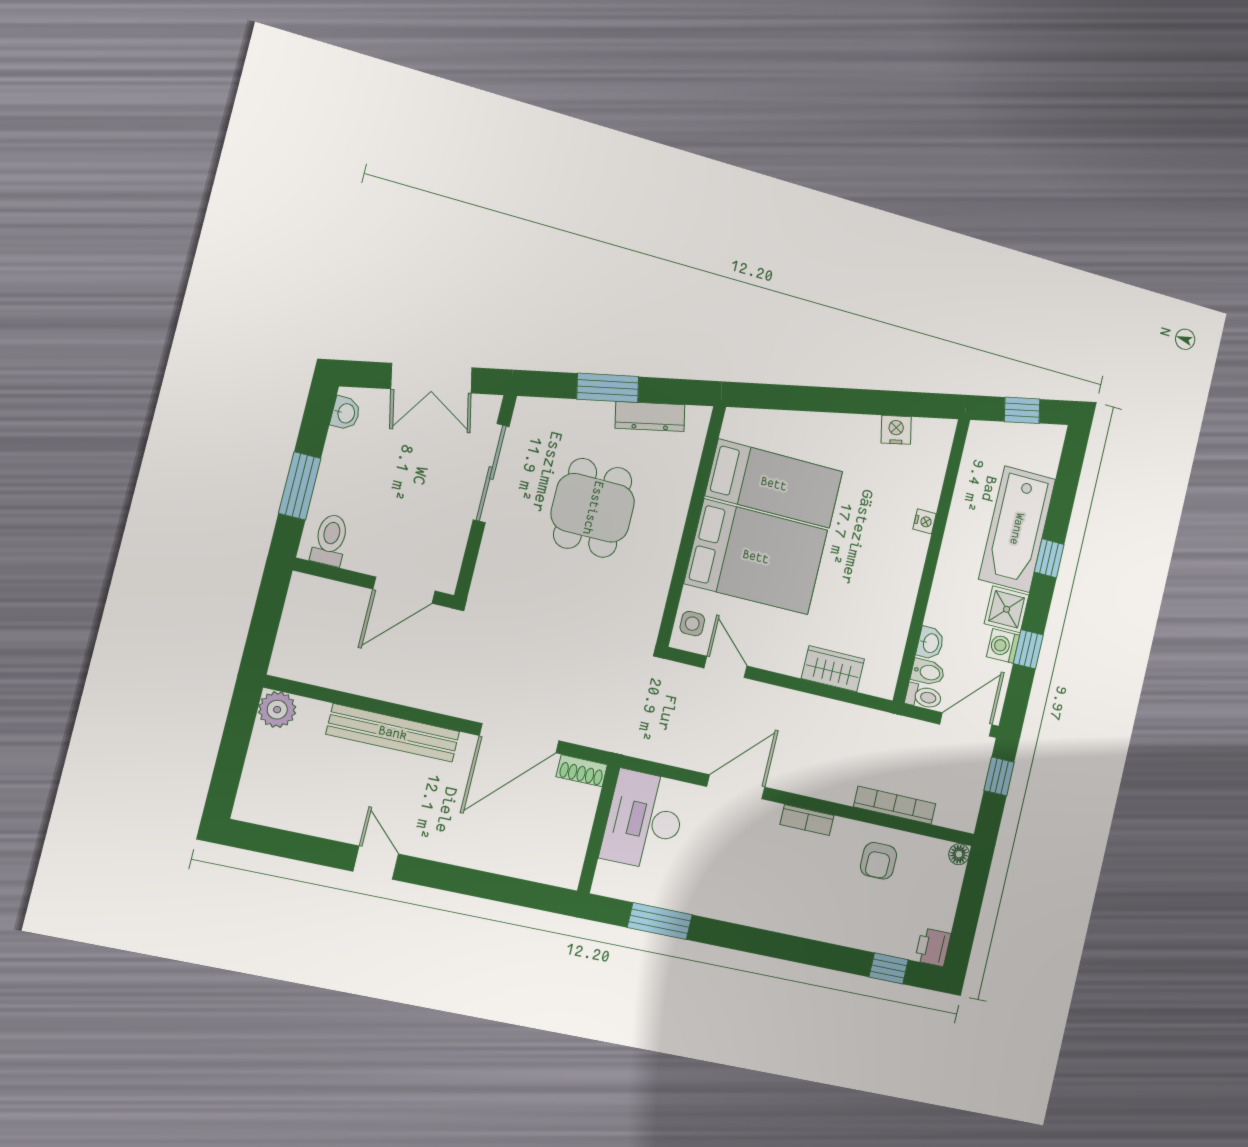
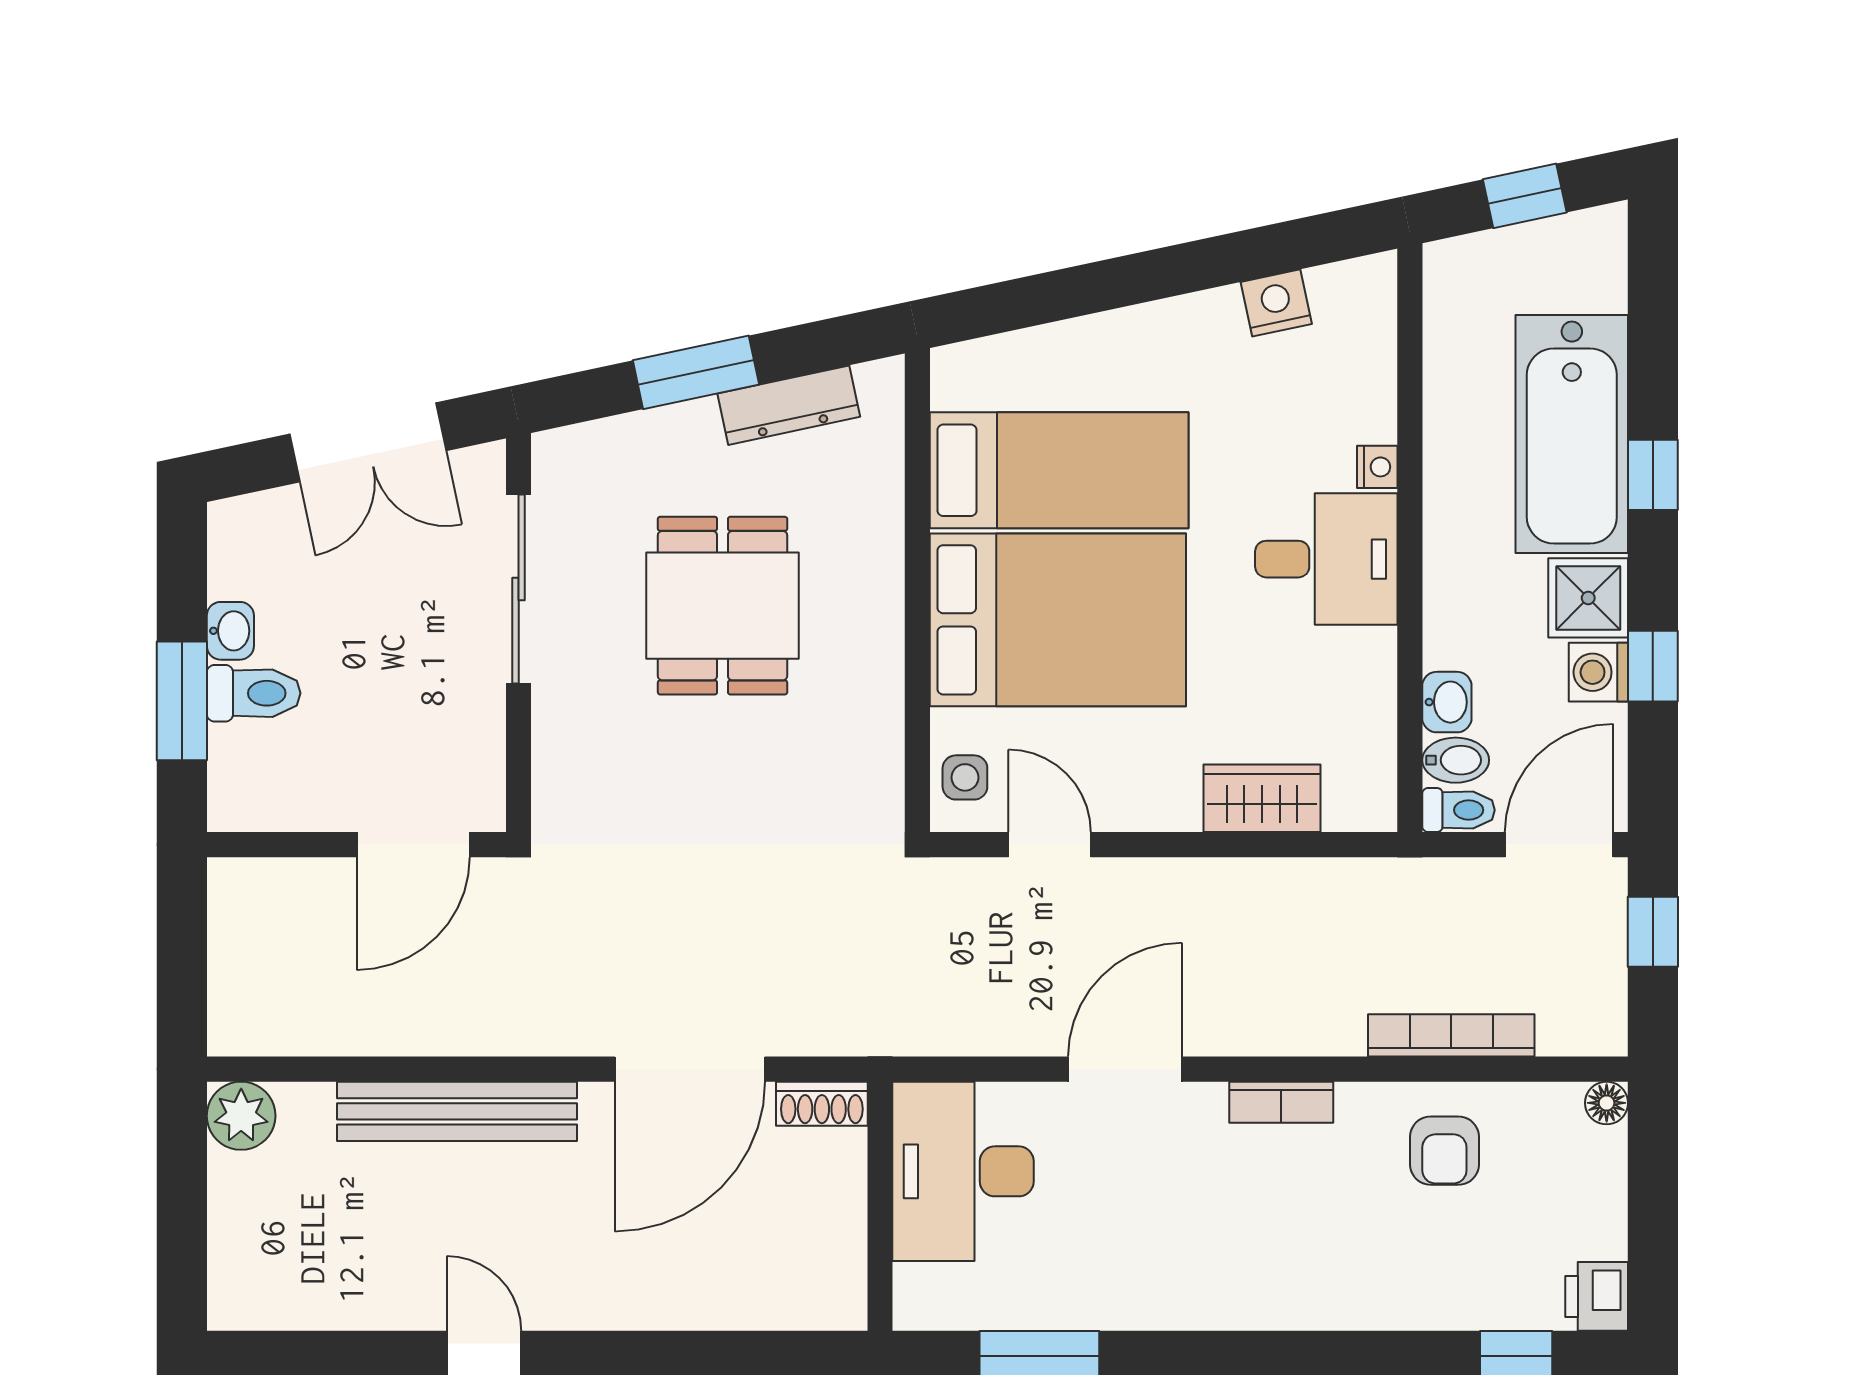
washbasin: (346, 413) -> (230, 631), moved
toilet: (330, 540) -> (254, 693), moved, turned 90
desk: (890, 560) -> (1326, 559), added

